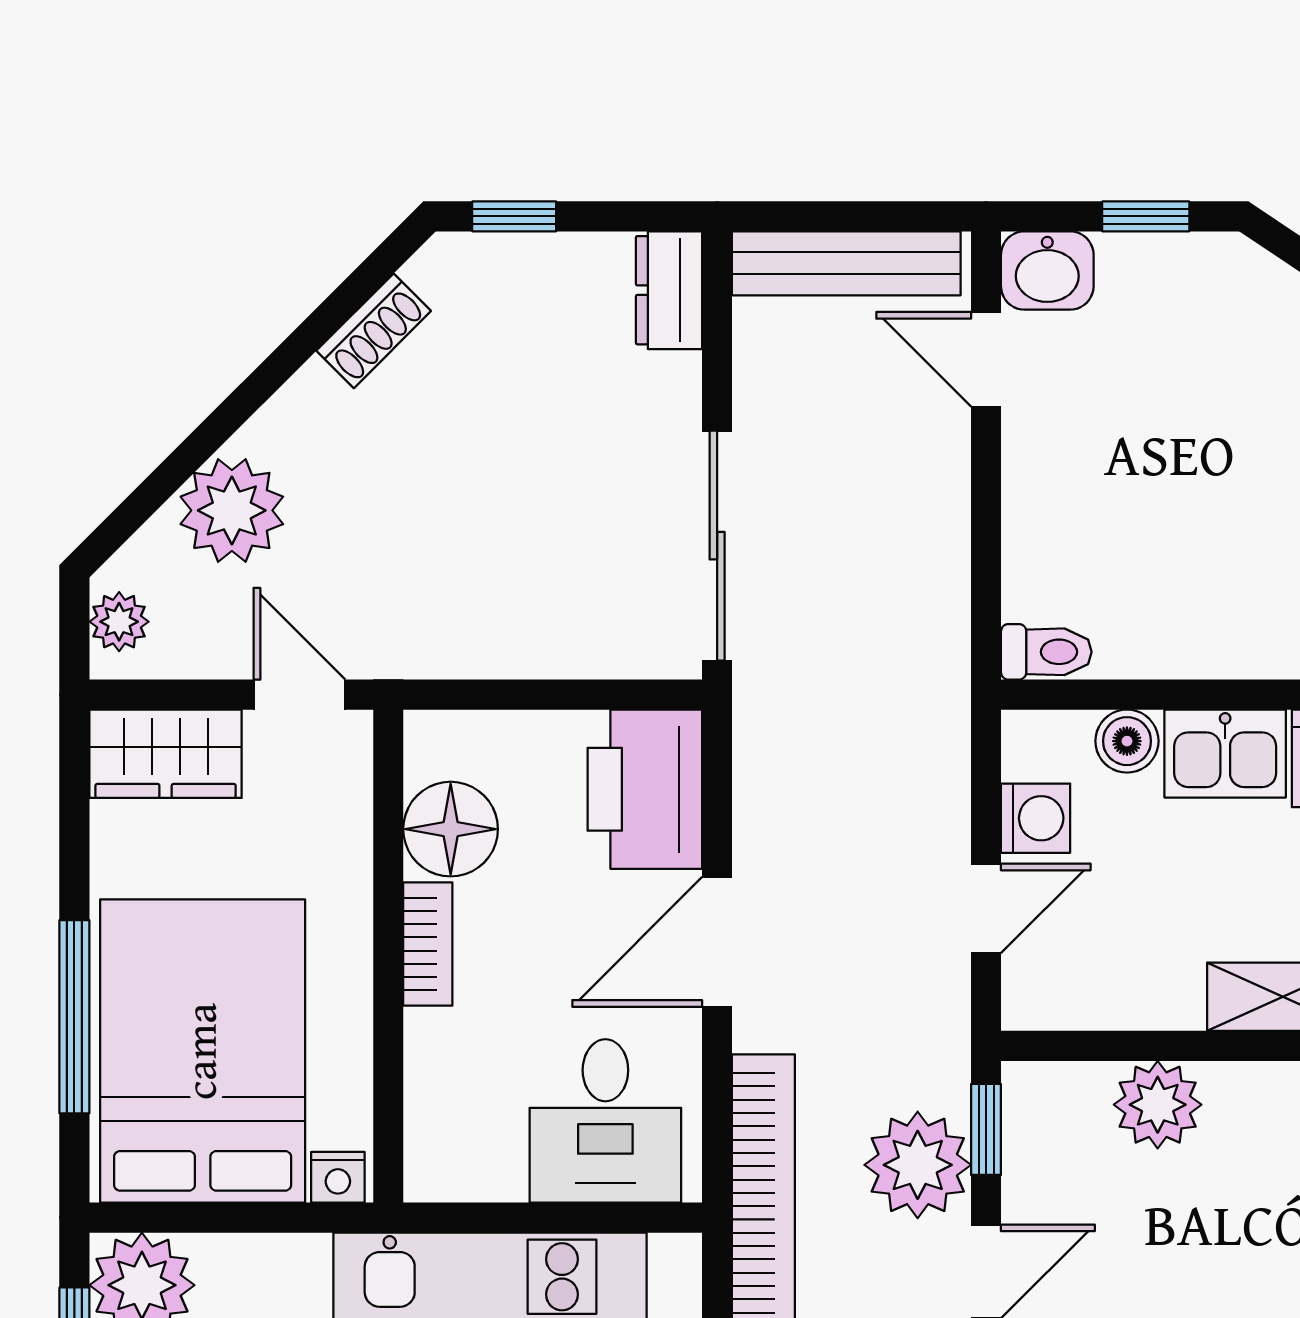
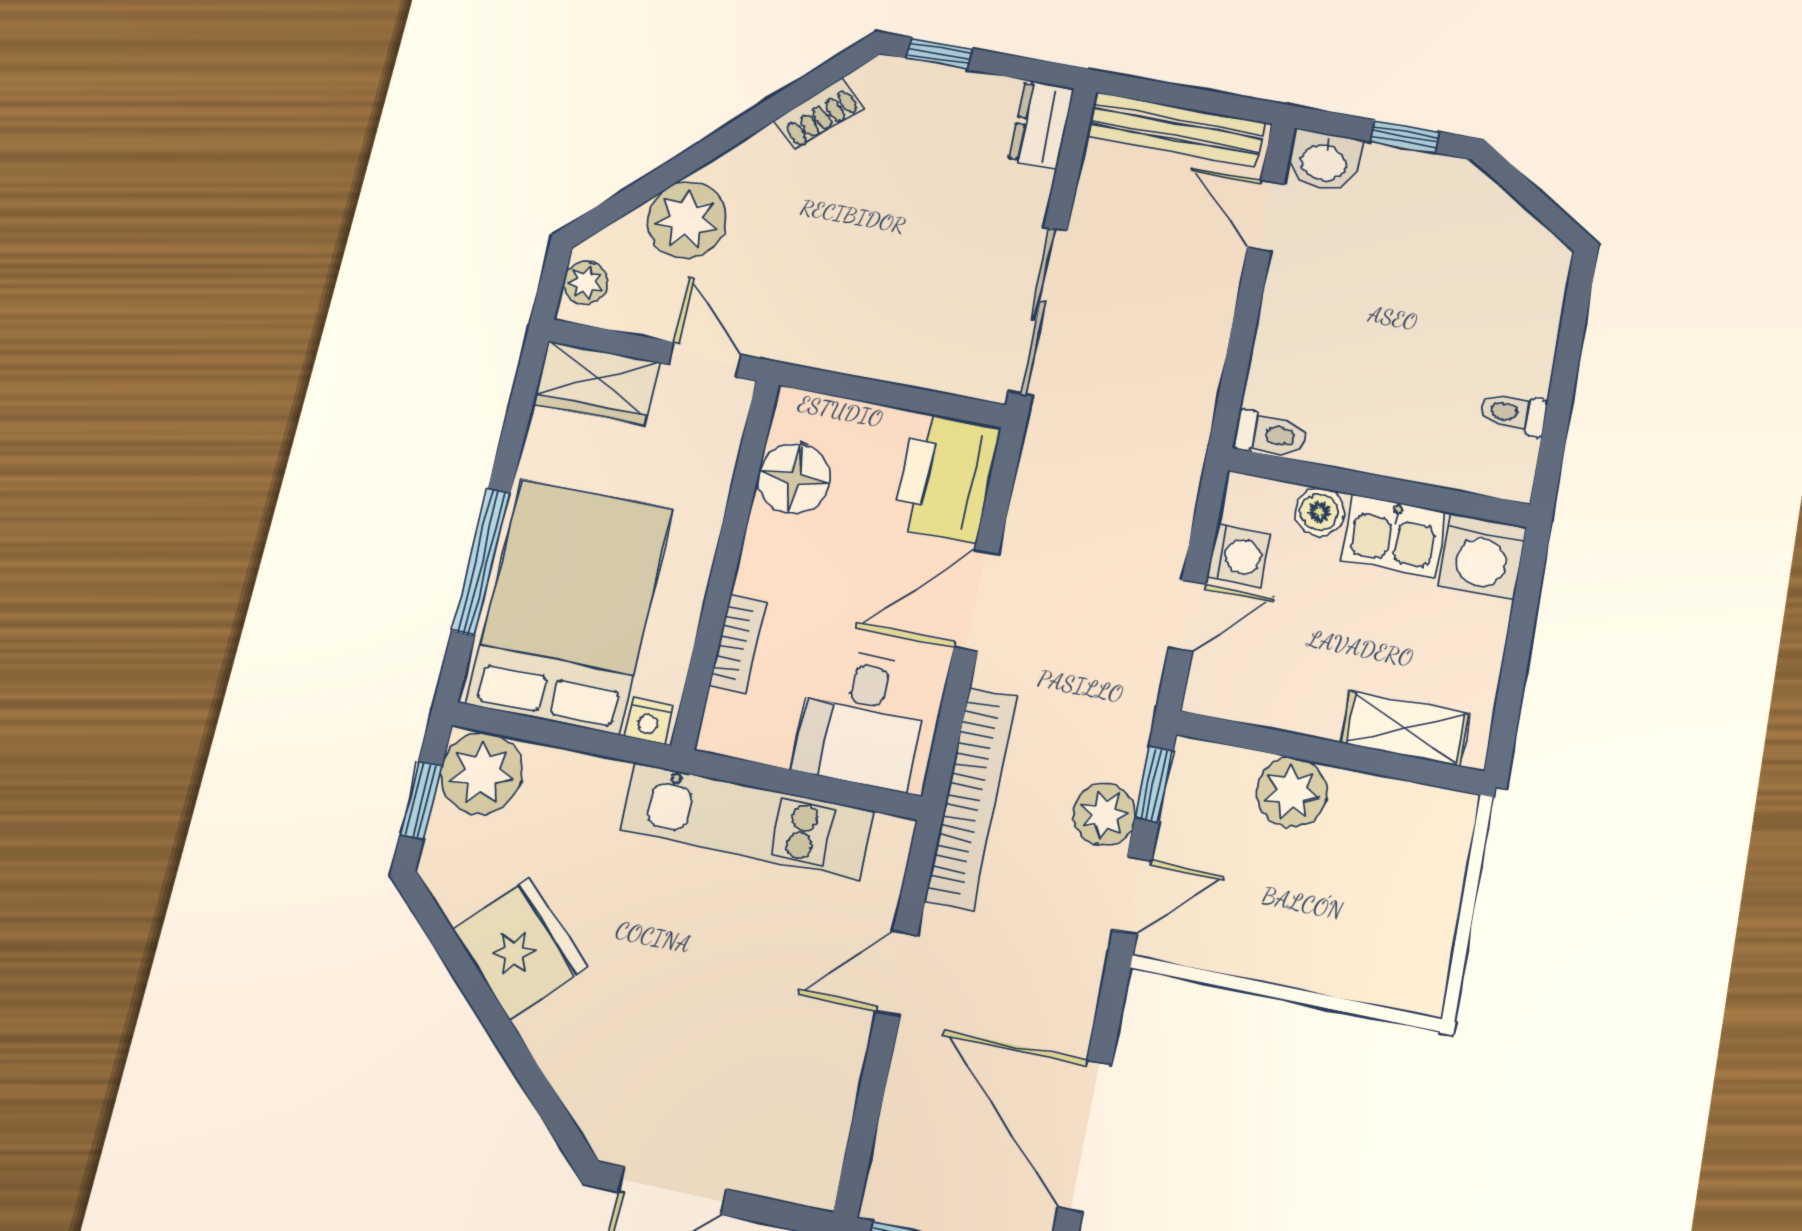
bookcase: (428, 944) -> (738, 644), moved
plant: (918, 1165) -> (1104, 815), width x0.73, depth x0.73

